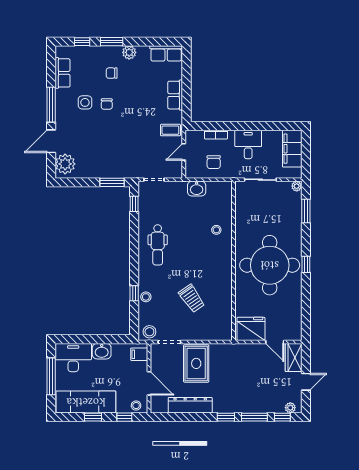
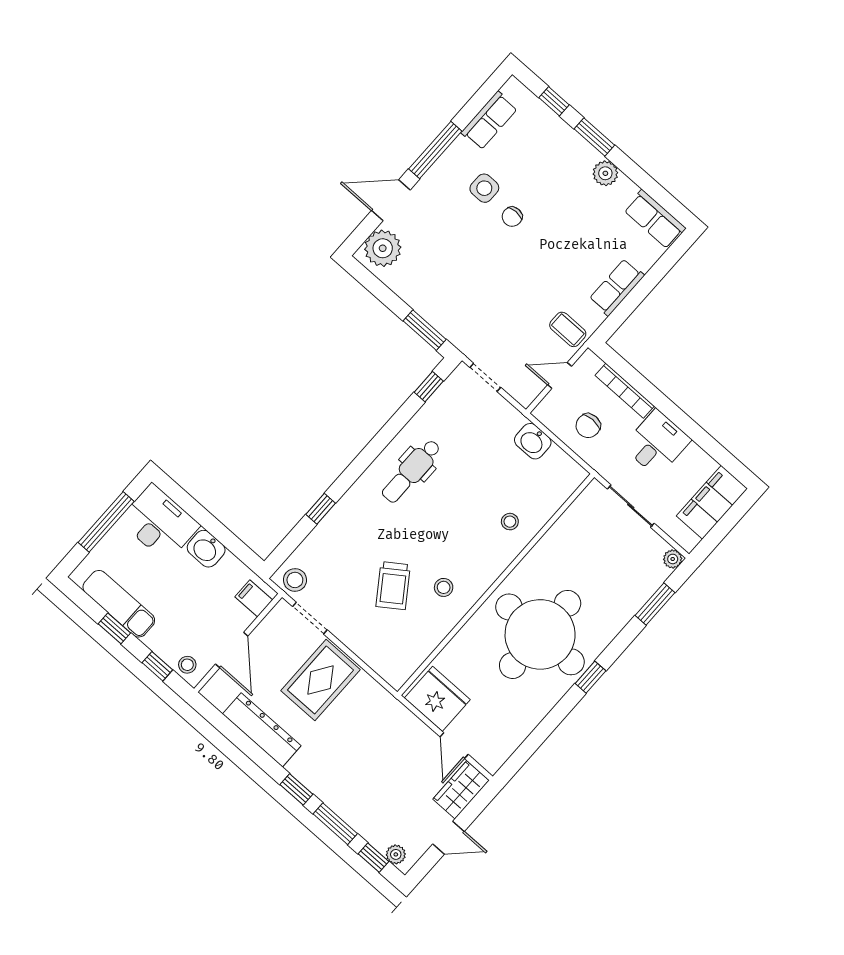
chair: (112, 73) -> (556, 180), removed
bookcase: (216, 135) -> (625, 391), width x1.56
stool: (146, 297) -> (444, 587), moved
exam couch: (86, 402) -> (119, 604), width x0.73, depth x0.69

